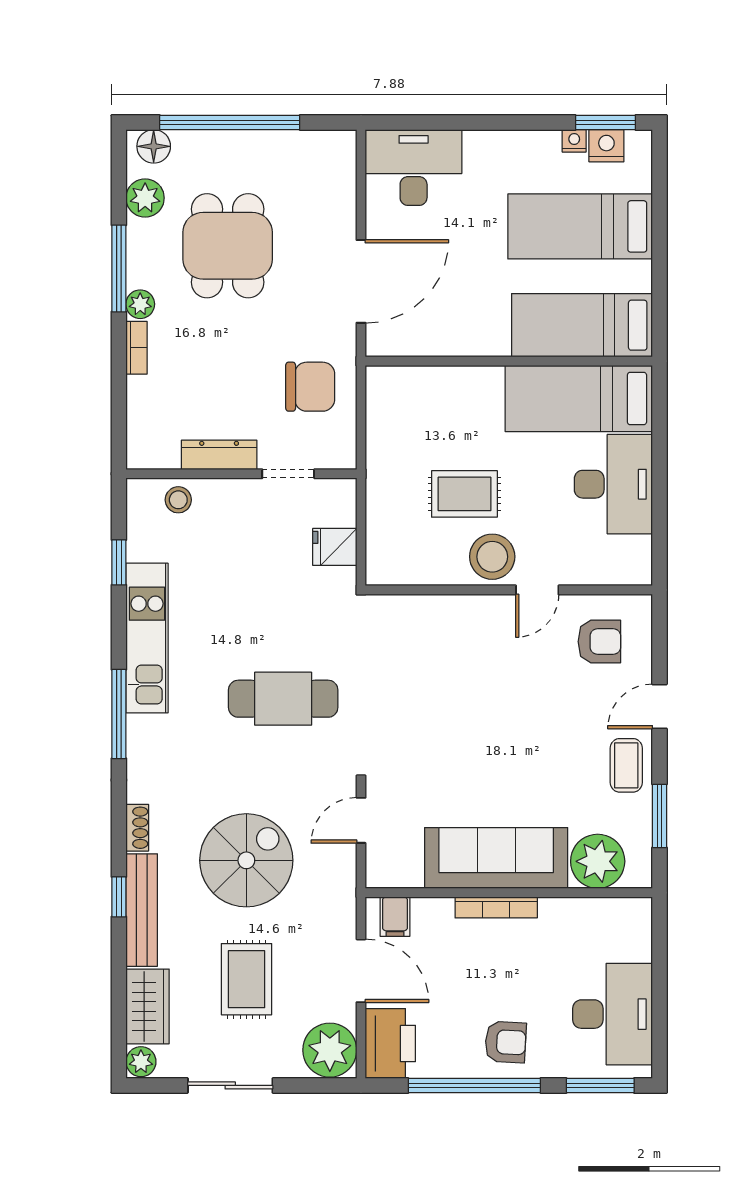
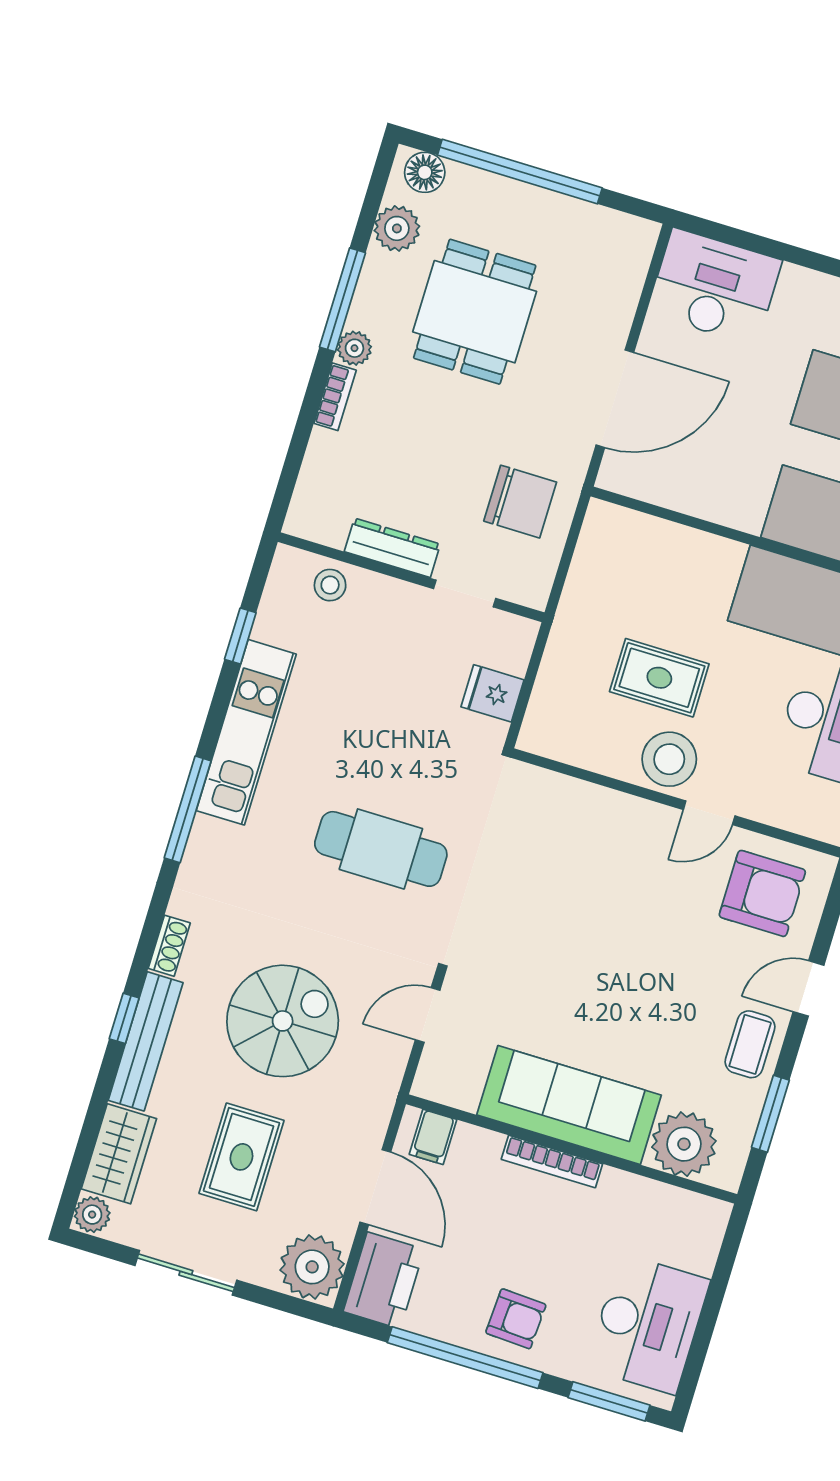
armchair: (599, 642) -> (762, 893), width x1.38, depth x1.38

